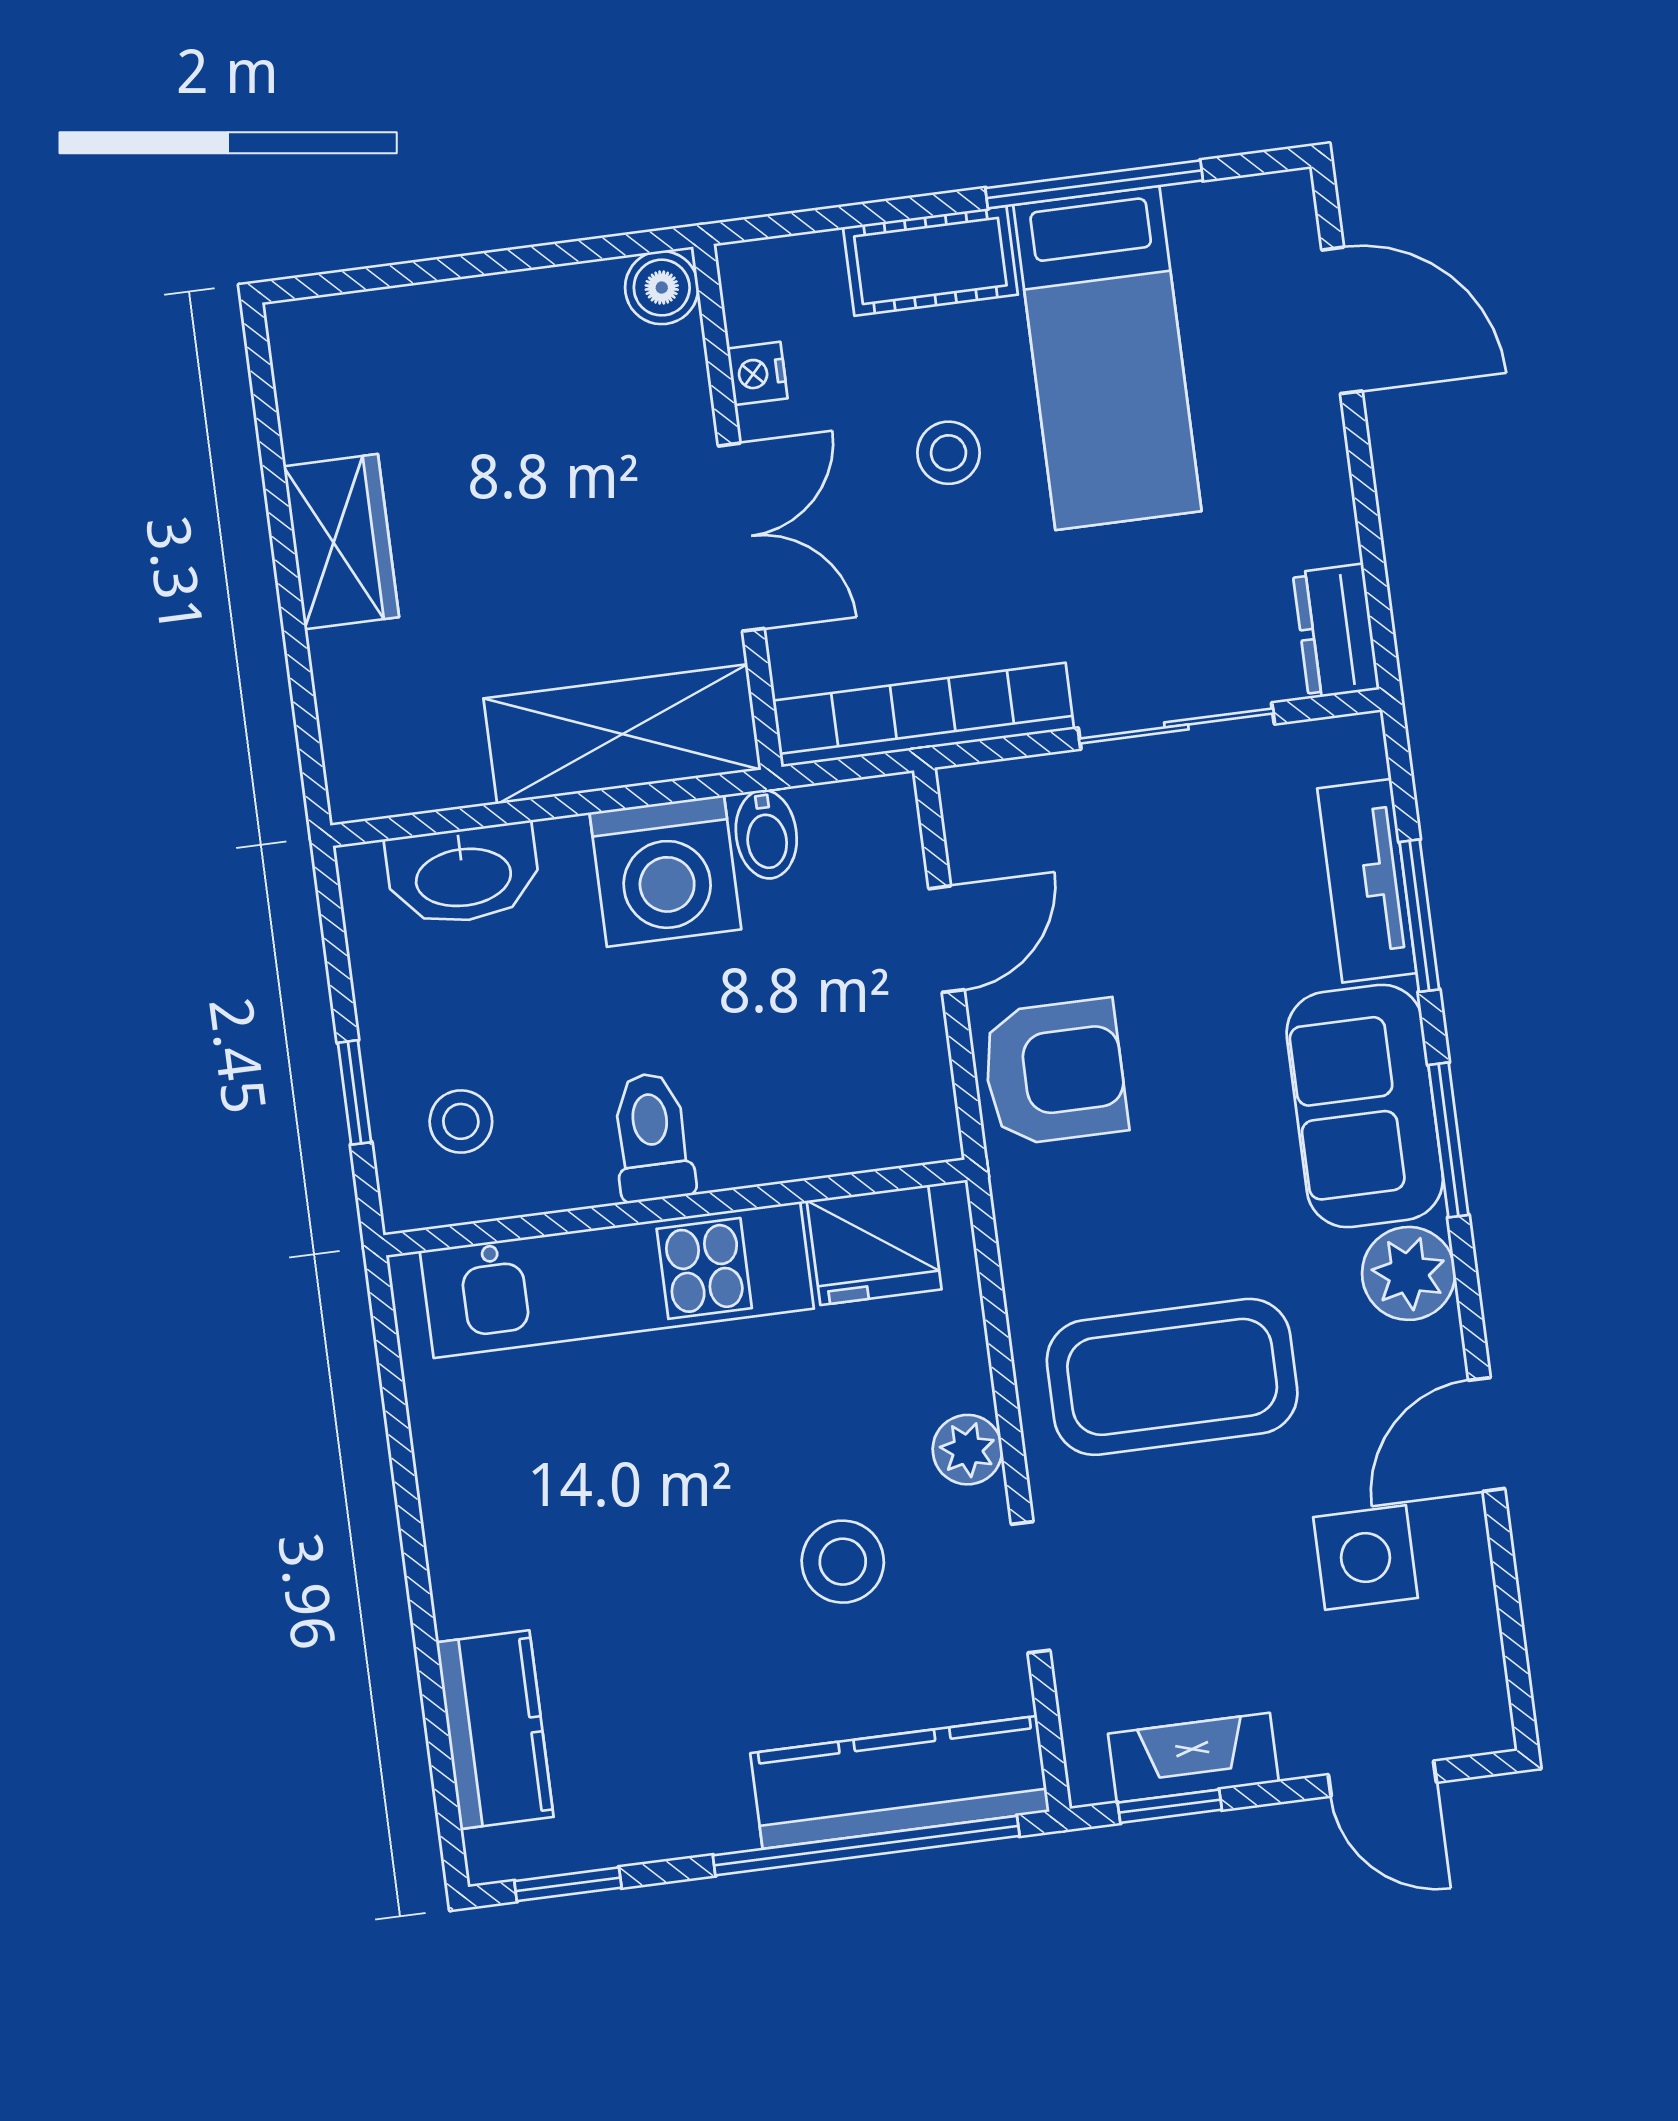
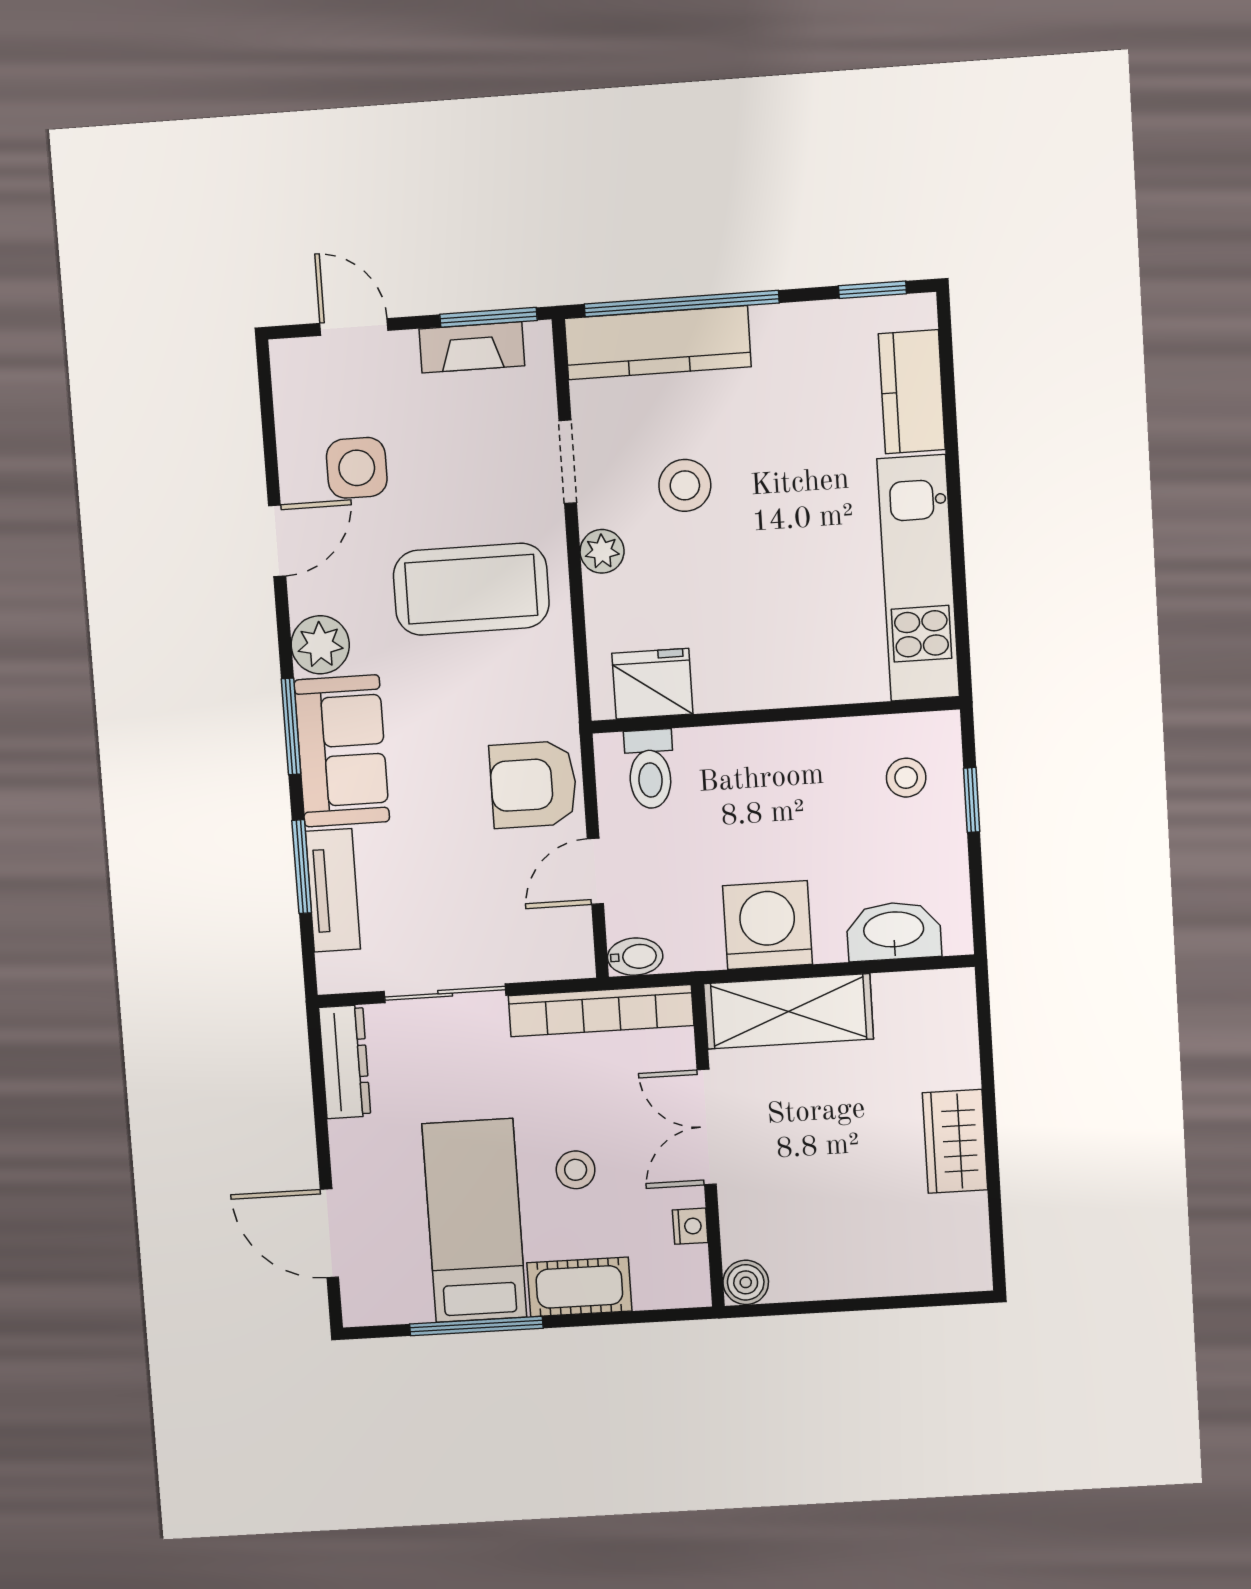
dresser: (1336, 631) -> (345, 1062), width x1.44
bidet: (766, 834) -> (635, 957), moved, turned 90
toilet: (652, 1137) -> (650, 769), moved
kitchen unit: (617, 1280) -> (918, 578), moved, turned -90
window: (1170, 1806) -> (488, 317), width x1.50

